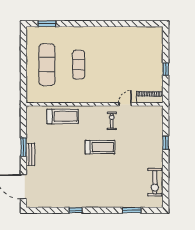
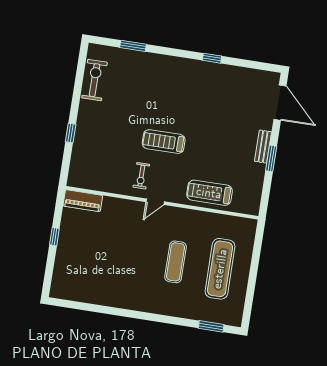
door: (125, 104) -> (155, 202), moved

